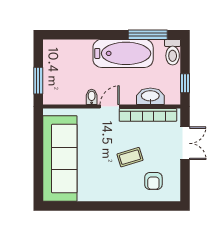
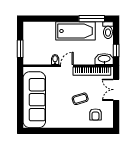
washbasin: (150, 96) -> (104, 59), moved
double door: (185, 143) -> (116, 90), swing flipped

